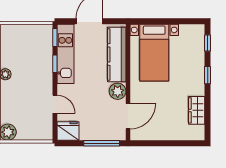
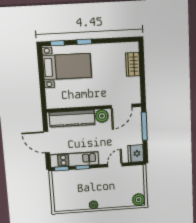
bed with nightstands: (154, 53) -> (67, 66), moved
wardrobe: (197, 110) -> (133, 64), moved, turned 90
door: (128, 116) -> (122, 106), swing flipped

